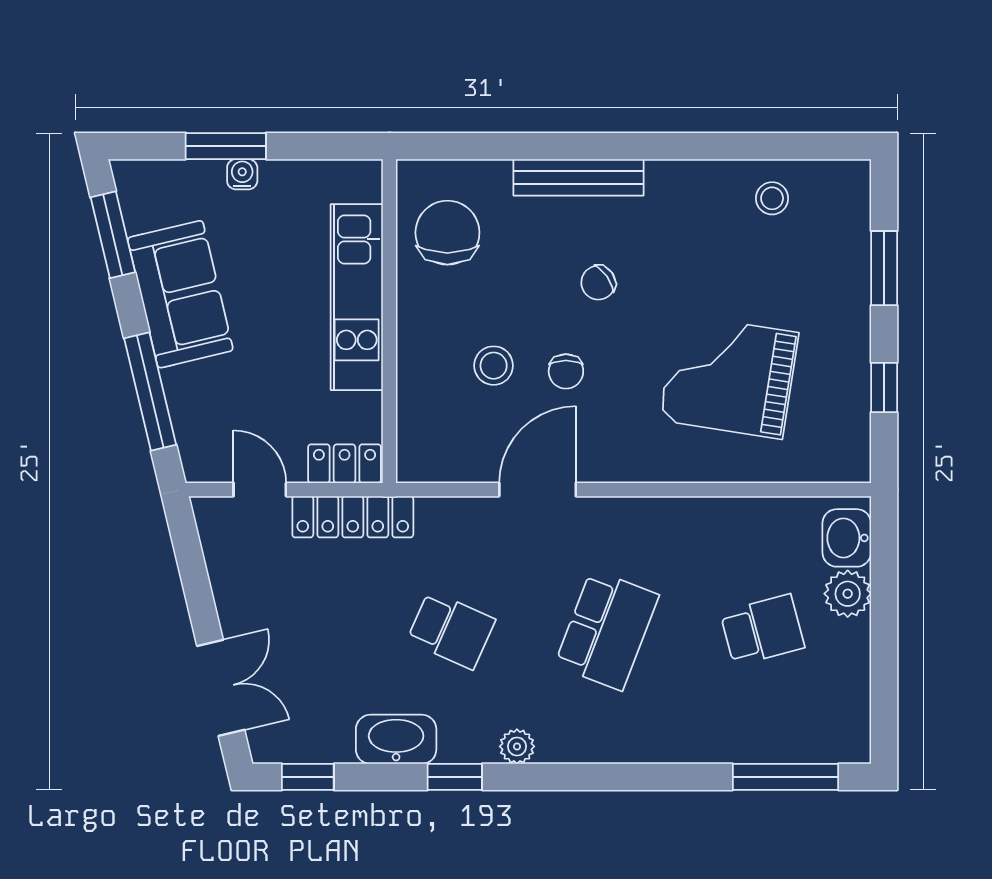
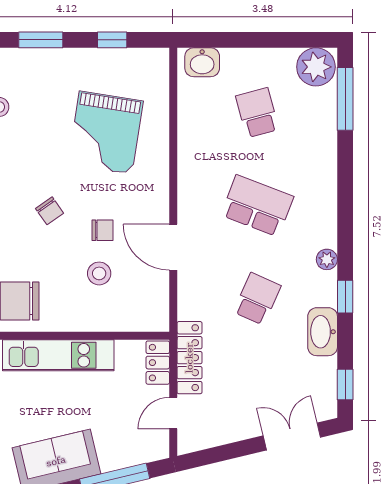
plant: (848, 594) -> (316, 67), moved, width x1.36, depth x1.36

